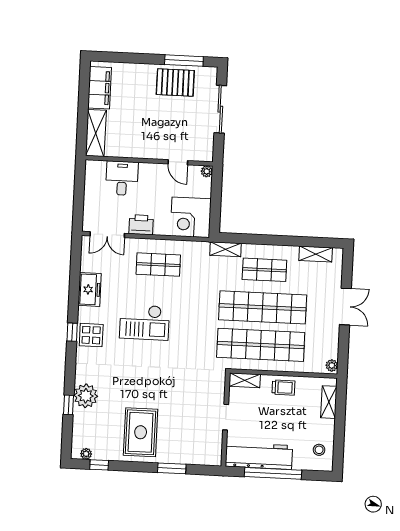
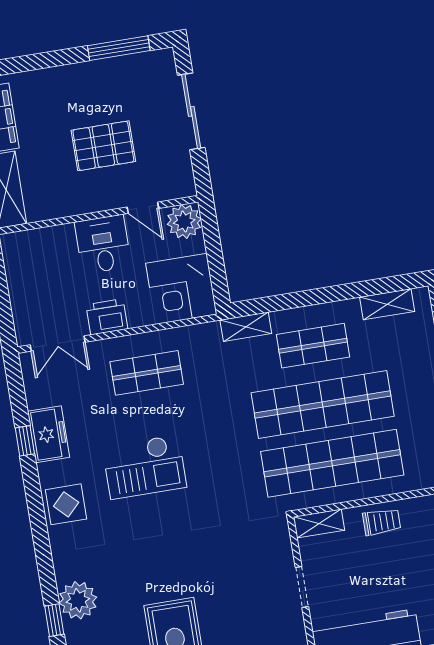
pallet: (175, 83) -> (103, 146), moved
plant: (207, 171) -> (184, 222), width x1.88, depth x1.88
desk: (122, 178) -> (103, 244), moved
window: (72, 332) -> (25, 441), moved

